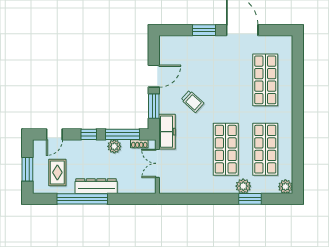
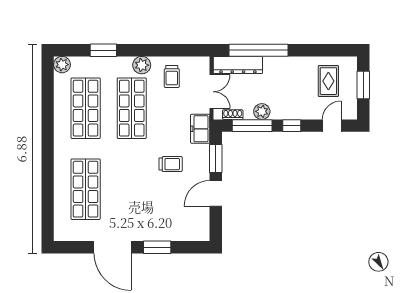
trolley: (192, 101) -> (171, 164), turned 138
freezer: (167, 132) -> (200, 129), width x0.71
trolley: (191, 176) -> (172, 77), added
dresser: (96, 186) -> (238, 65), moved
plant: (243, 186) -> (142, 65), moved
window: (82, 199) -> (259, 50), moved

